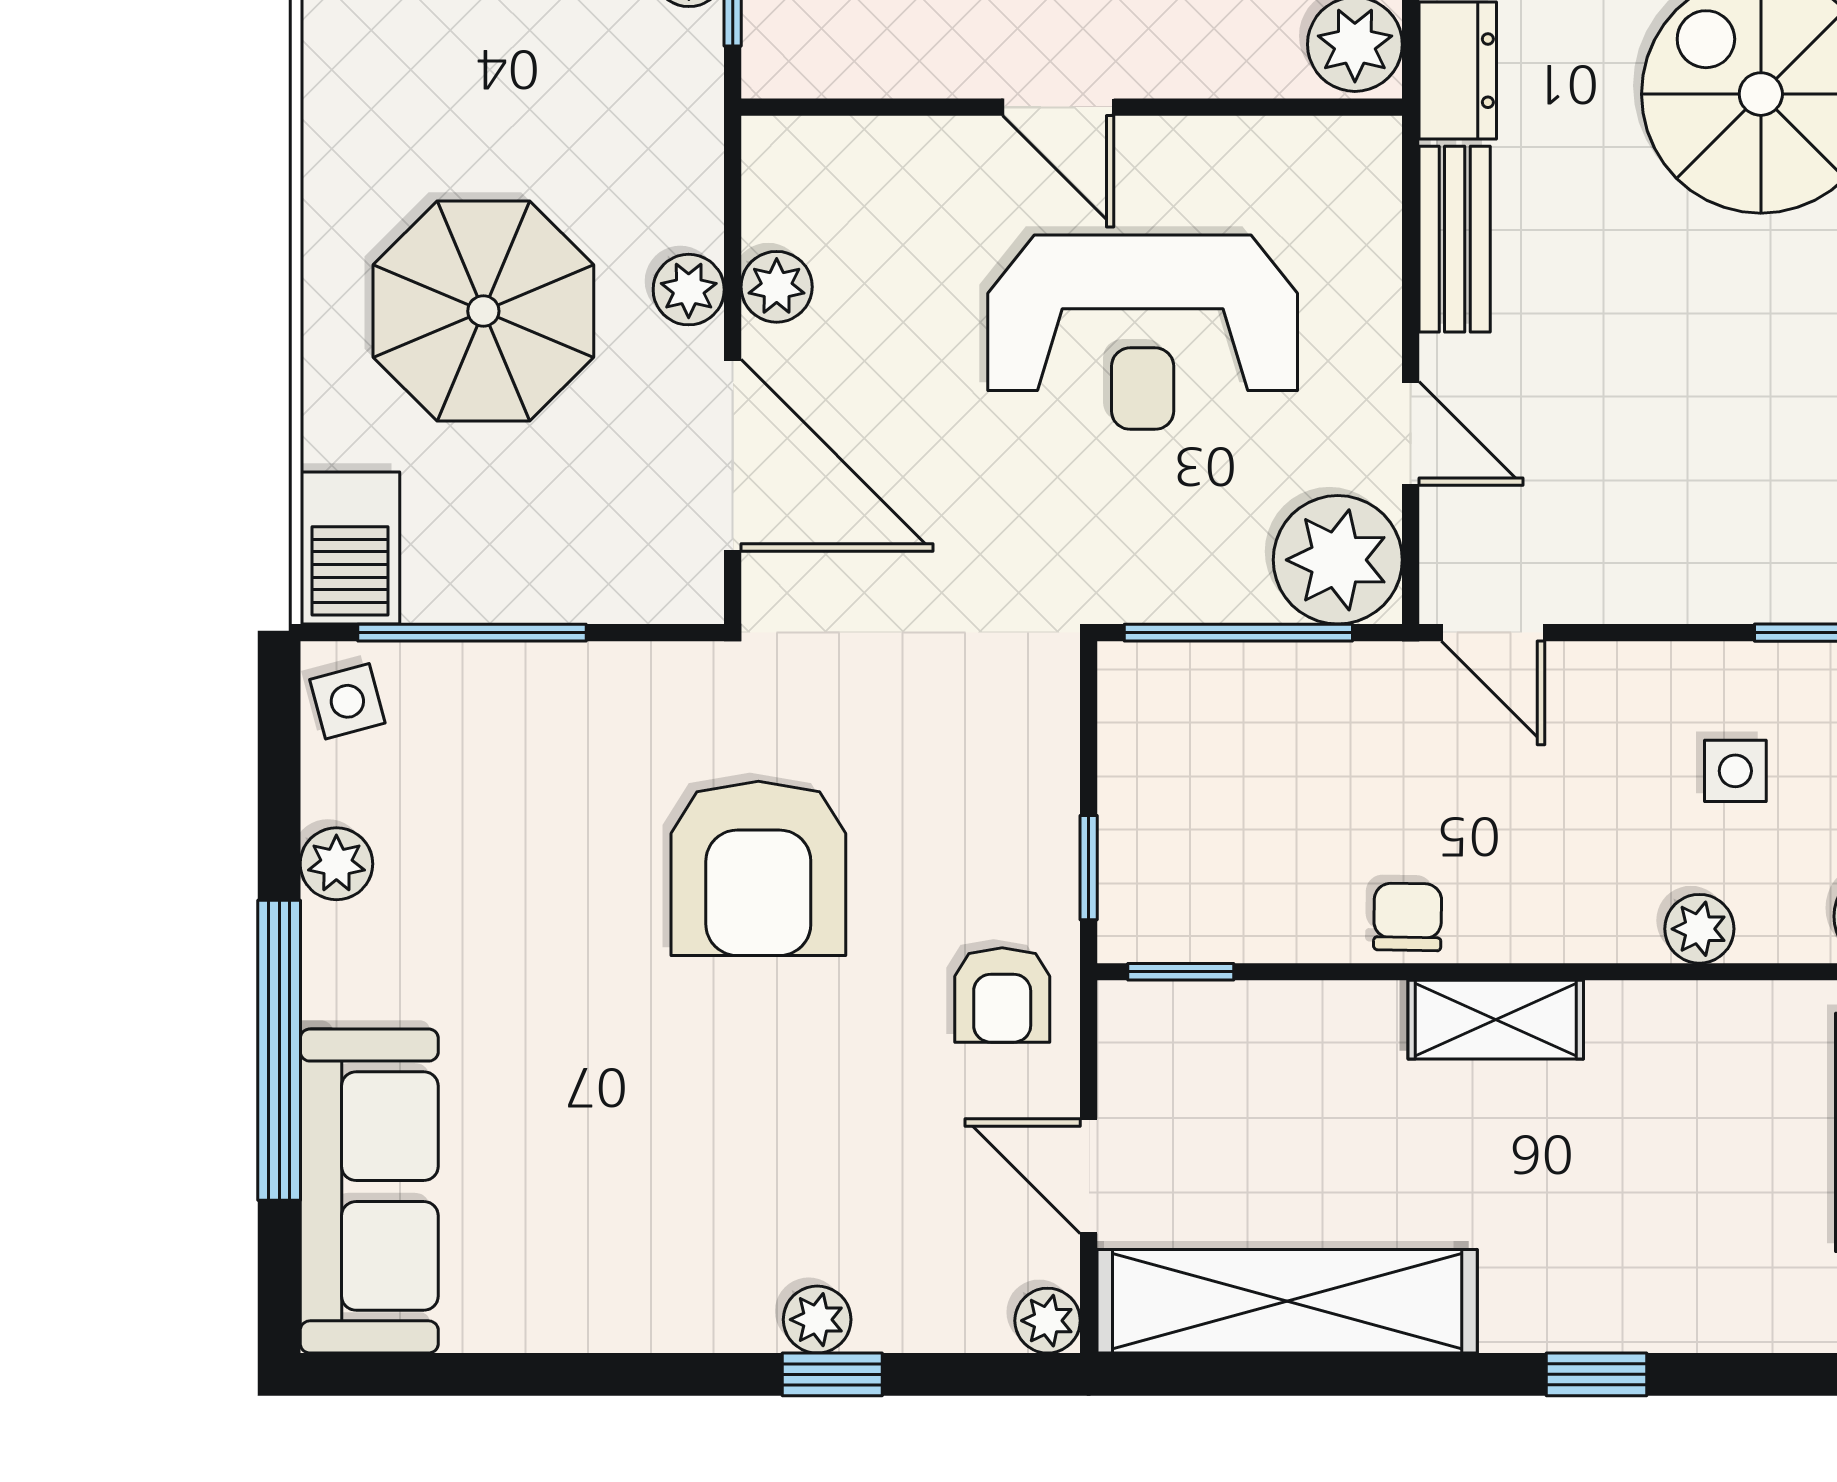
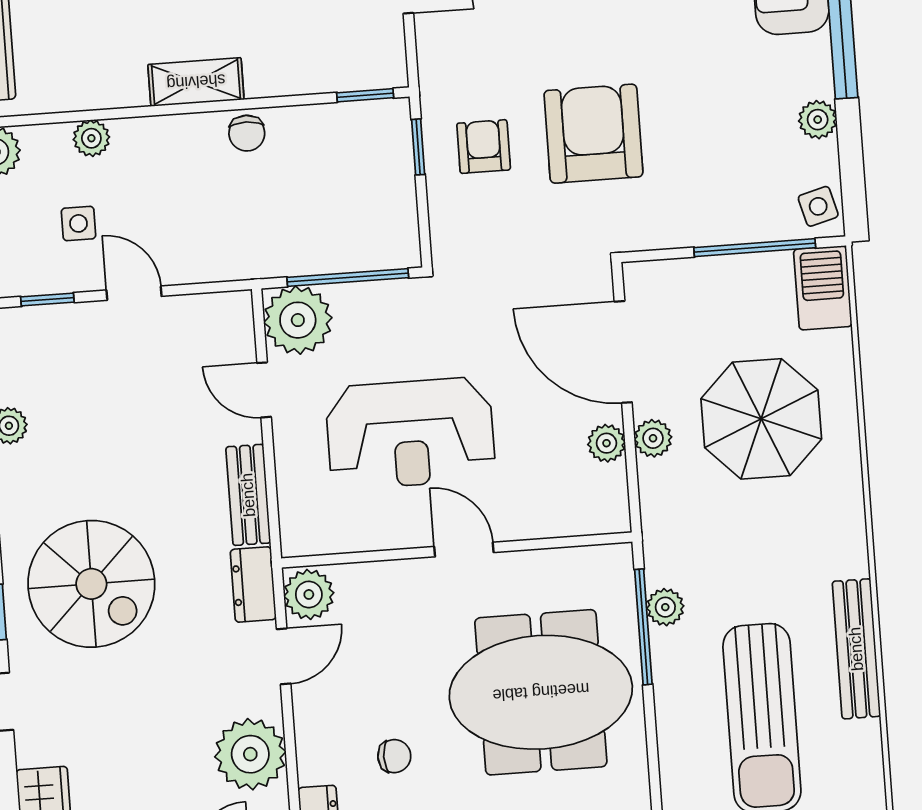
reception desk: (1143, 332) -> (410, 433), turned 180
door: (1493, 633) -> (134, 293), moved
armchair: (1002, 995) -> (484, 147), moved

